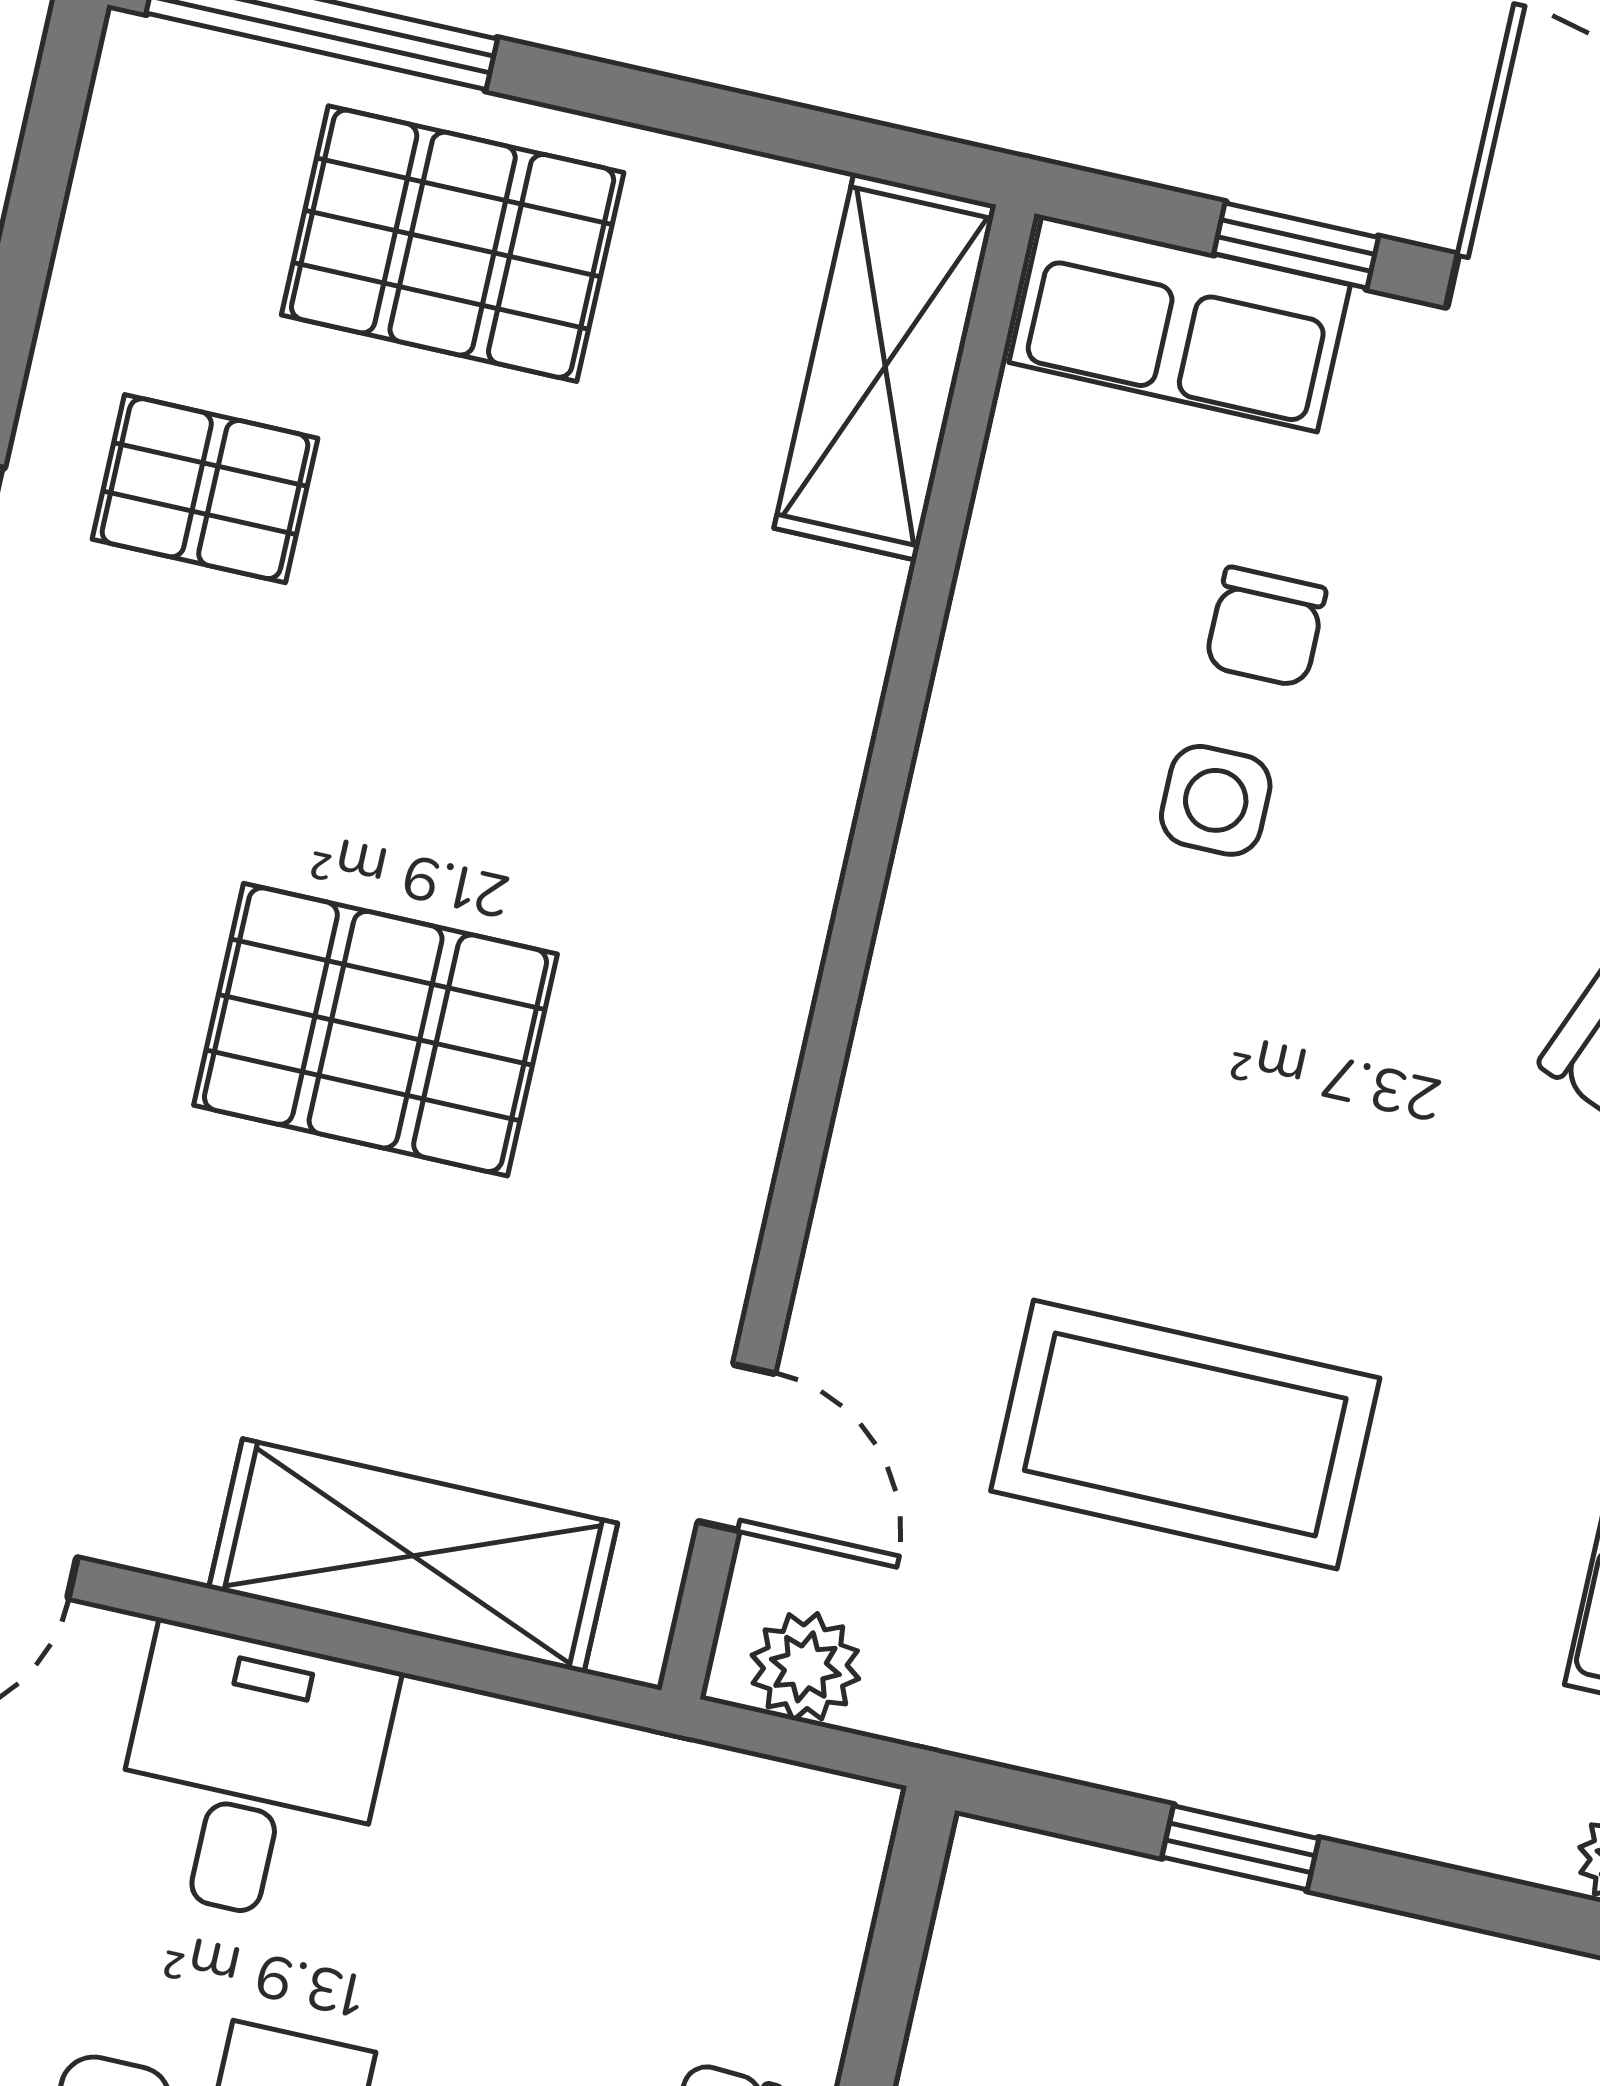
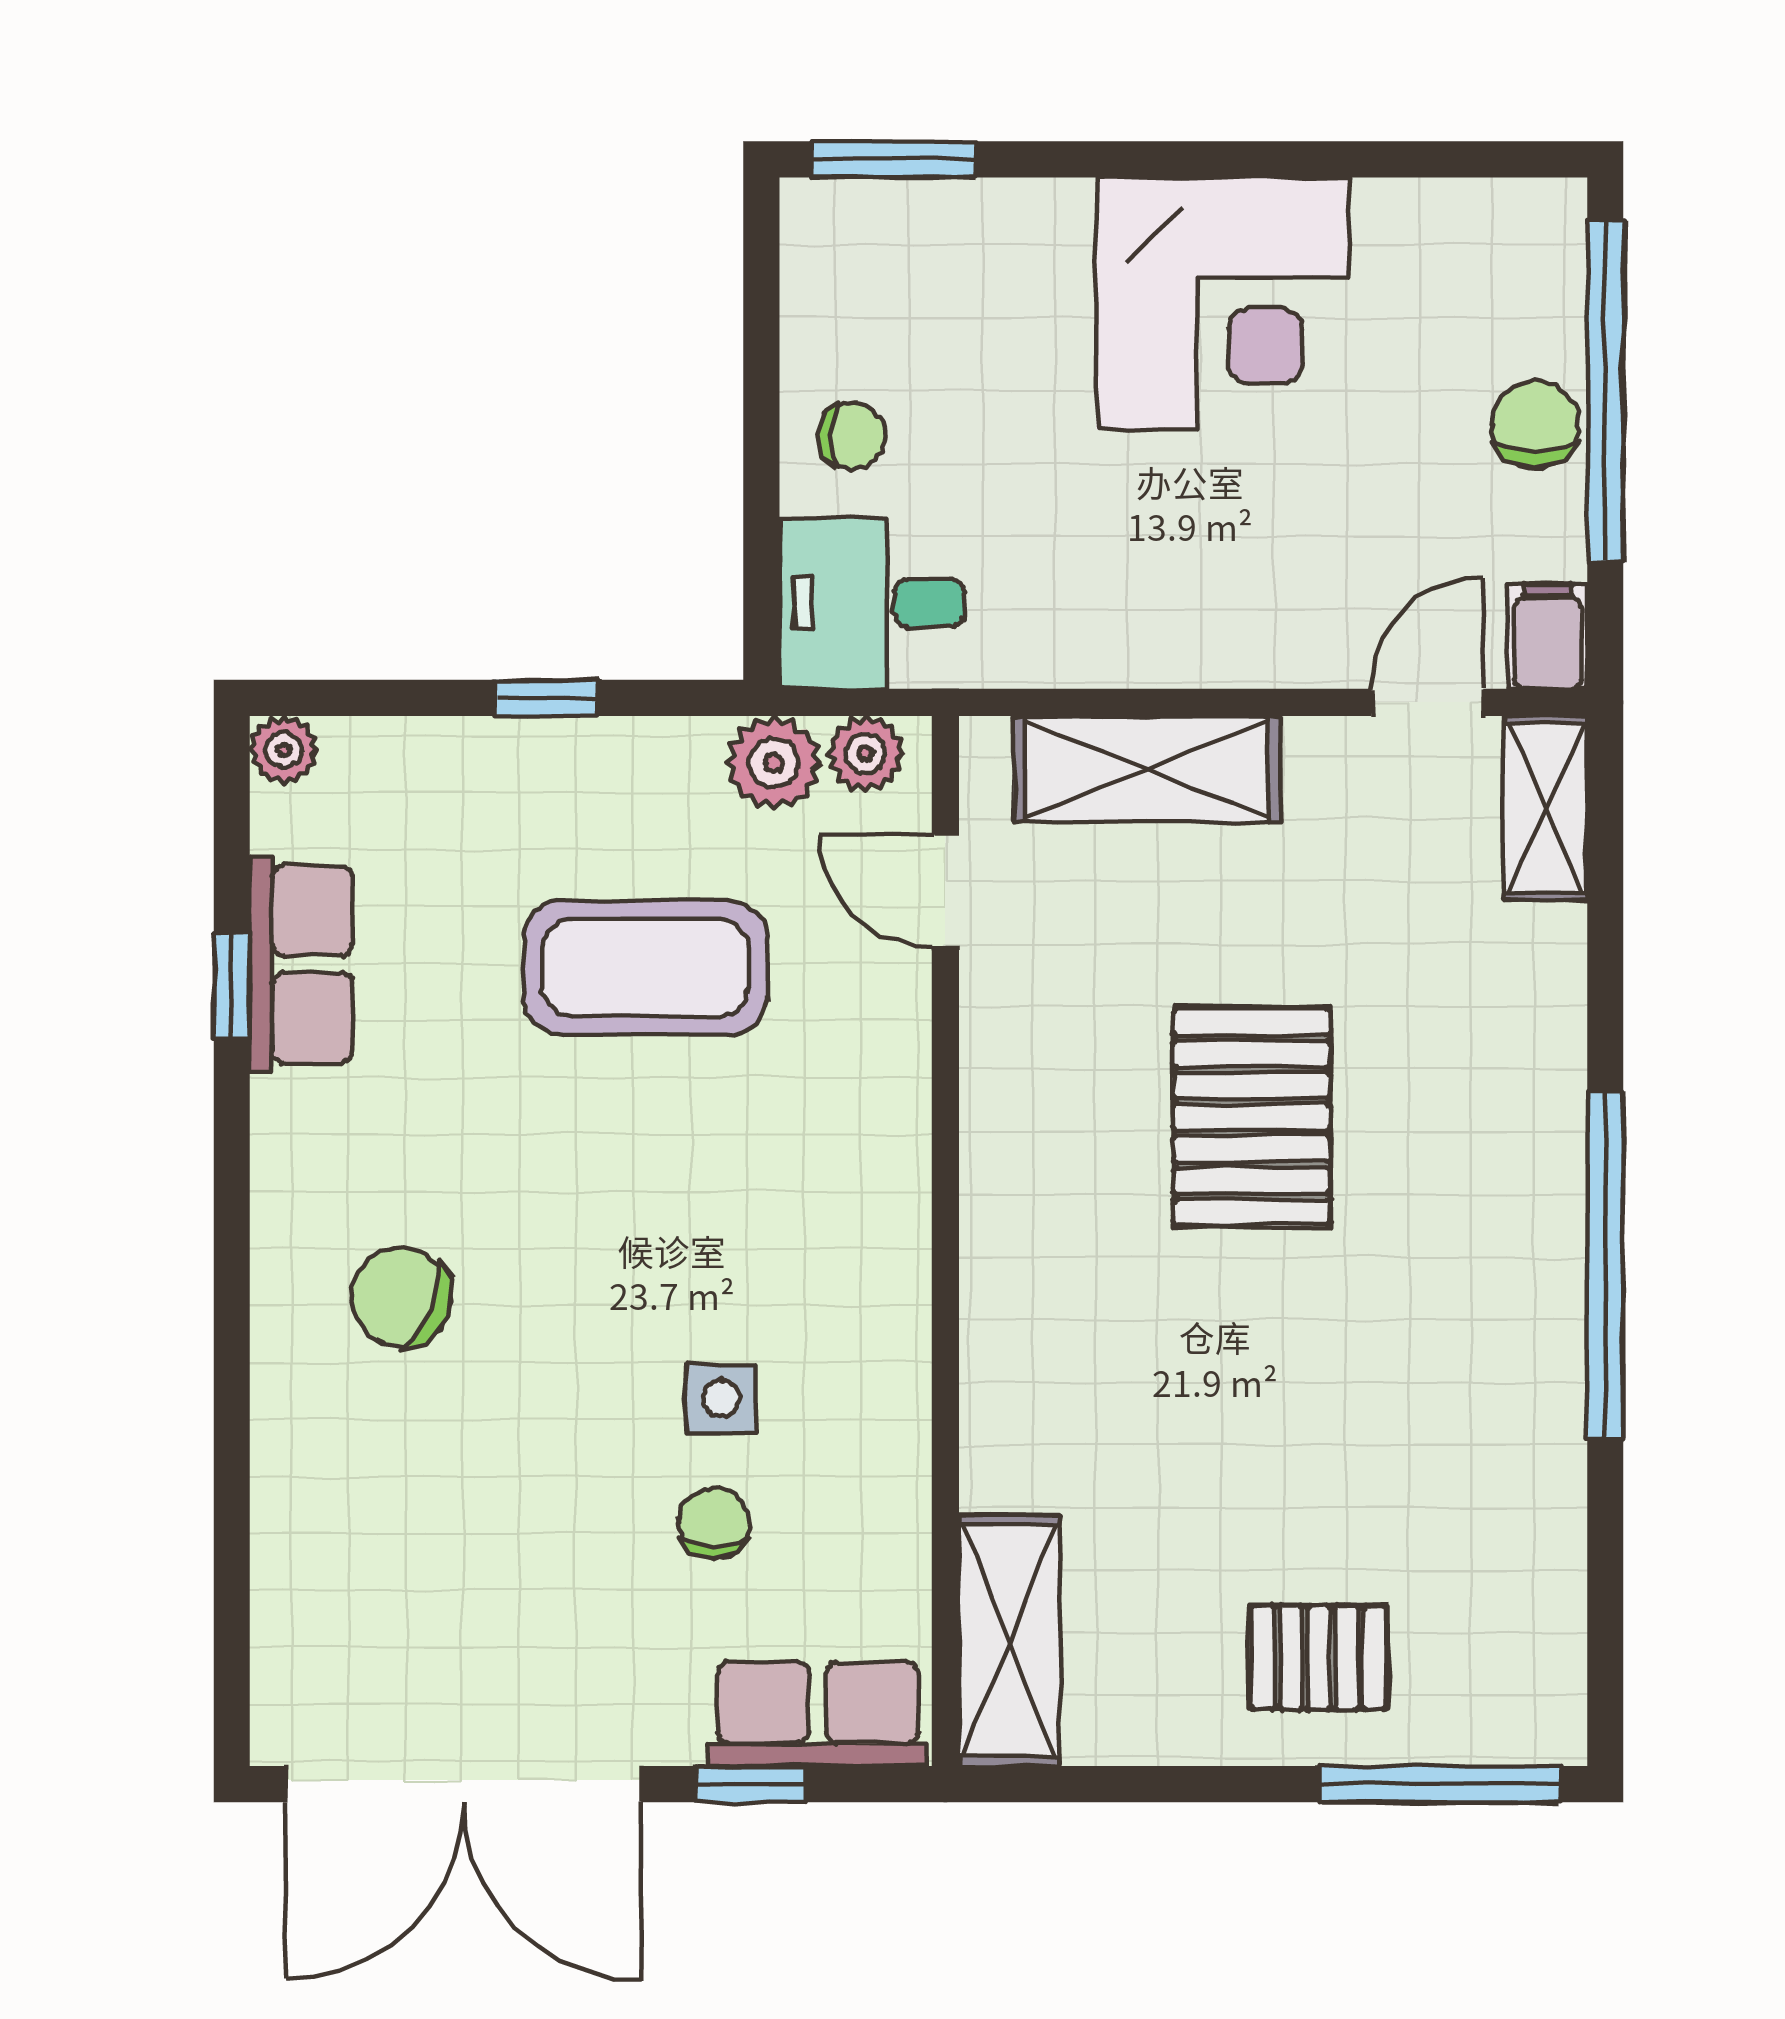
pallet: (453, 244) -> (1319, 1658), width x0.67, depth x0.71
pallet: (205, 489) -> (1448, 1455), removed
pallet: (376, 1030) -> (1252, 1117), turned 90
plant: (938, 1683) -> (774, 763), added
desk: (251, 1776) -> (872, 603), moved, turned 90

